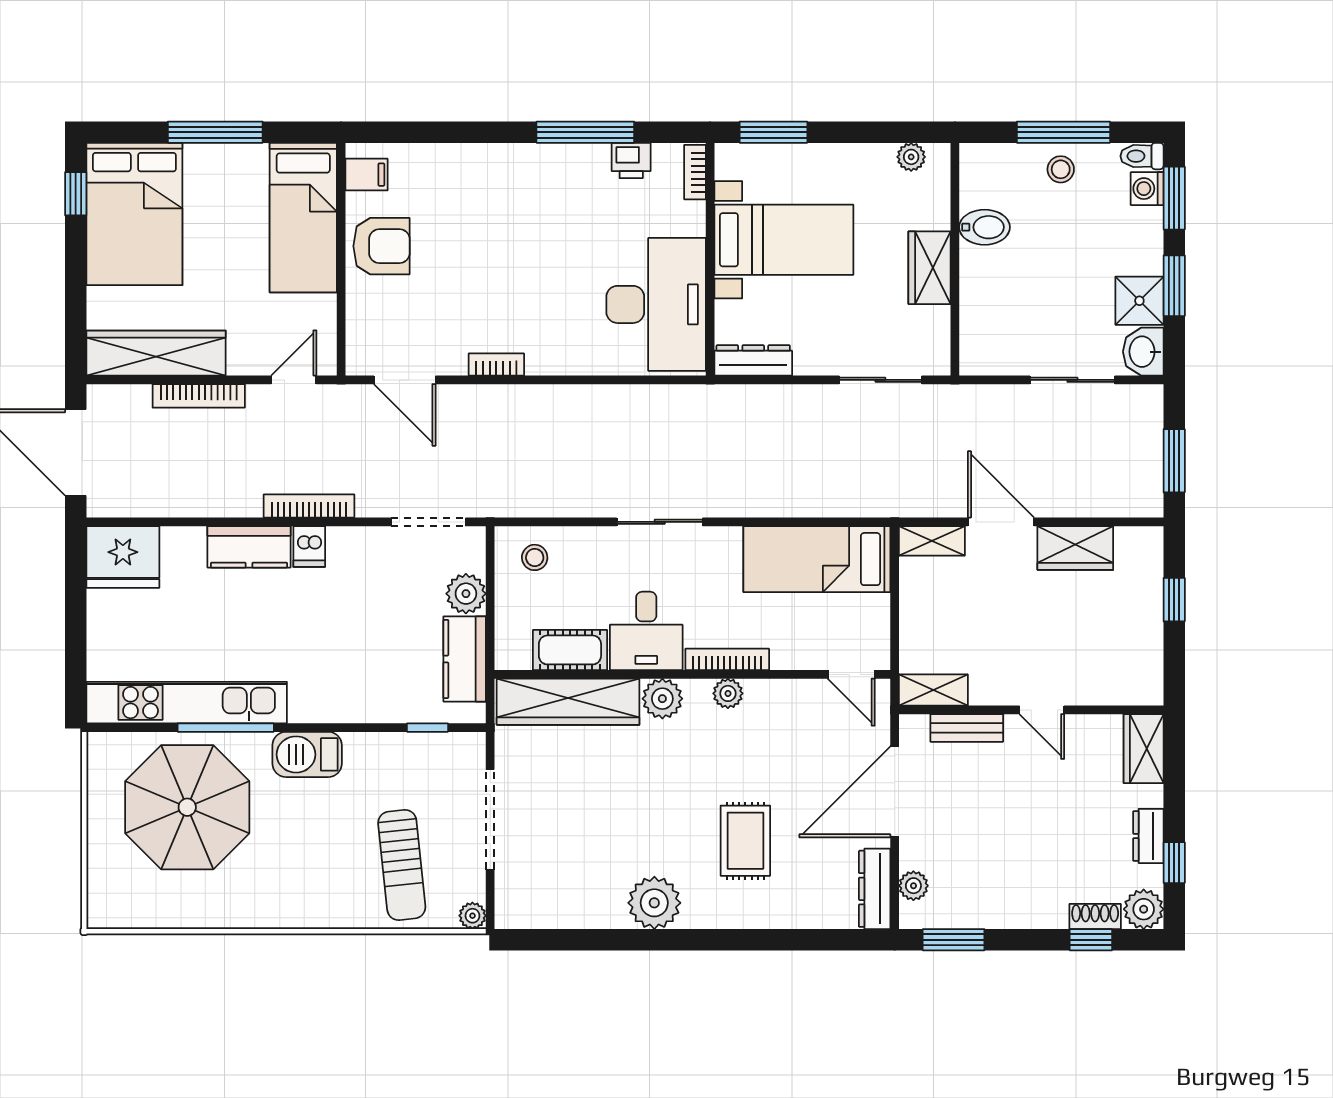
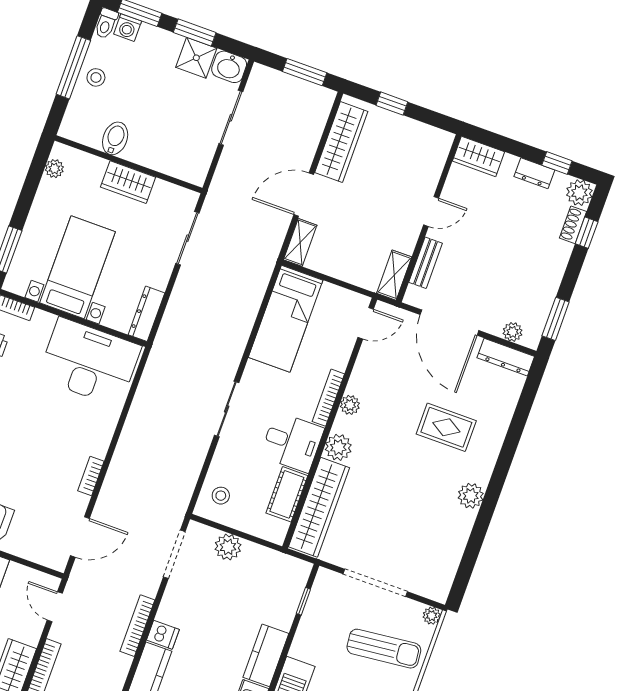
wardrobe: (1075, 548) -> (341, 142), width x1.50
kitchen counter: (465, 659) -> (266, 655), moved, turned 90
plant: (654, 903) -> (471, 496), width x0.73, depth x0.73

